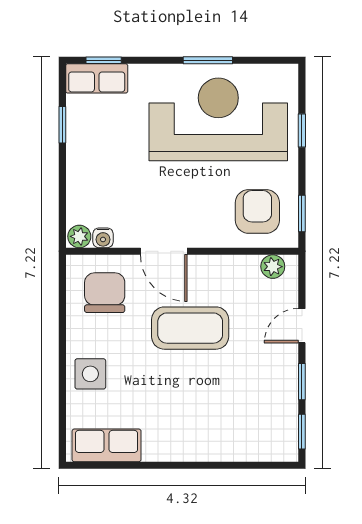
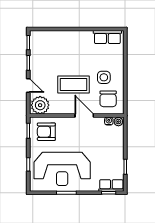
armchair: (257, 211) -> (46, 132), turned 90
plant: (273, 267) -> (40, 105), width x1.88, depth x1.88
door: (302, 326) -> (28, 85), hinge flipped
side table: (90, 374) -> (104, 77), moved

